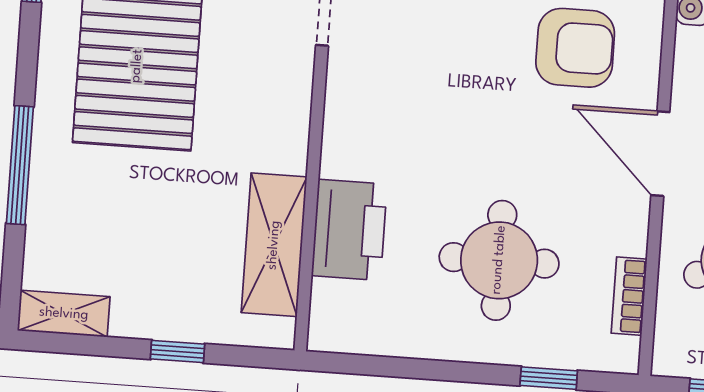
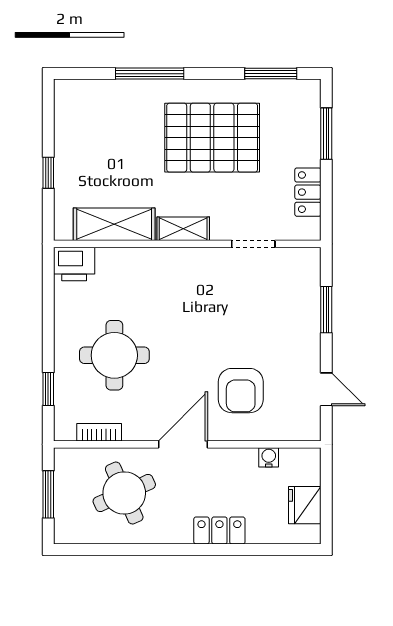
printer: (349, 230) -> (74, 264), moved, width x0.73, depth x0.84
shelving: (64, 314) -> (183, 229), moved, turned 90

